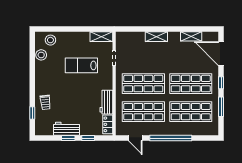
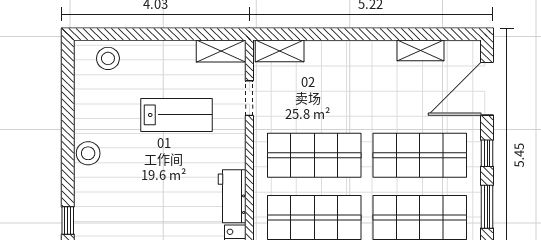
shelving: (156, 37) -> (280, 51), moved
door: (221, 54) -> (487, 89), hinge flipped
stool: (41, 55) -> (88, 153), moved
lab bench: (81, 65) -> (177, 115), turned 180
trolley: (45, 102) -> (97, 197), removed

